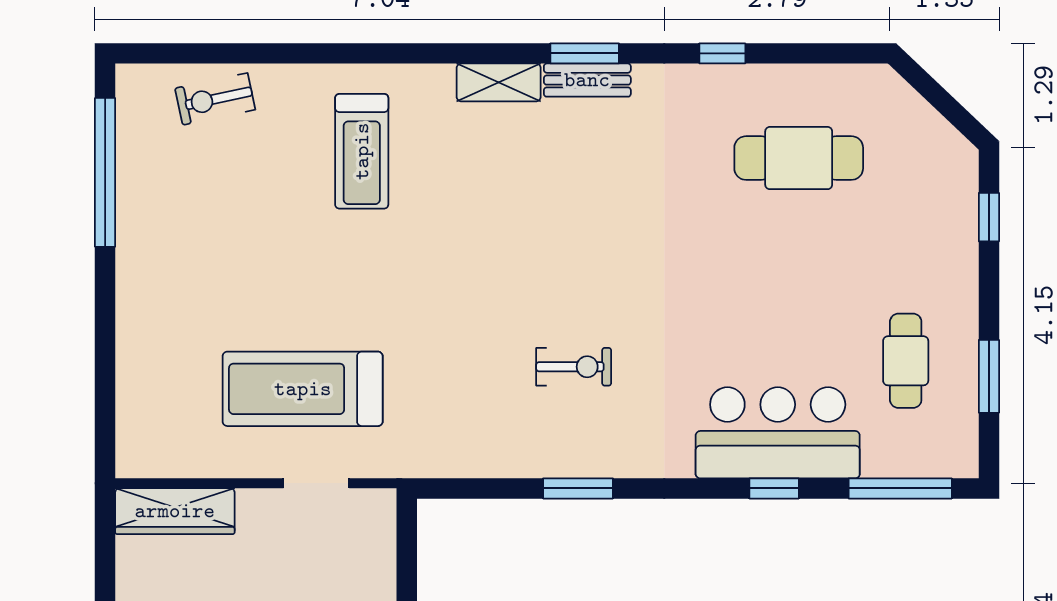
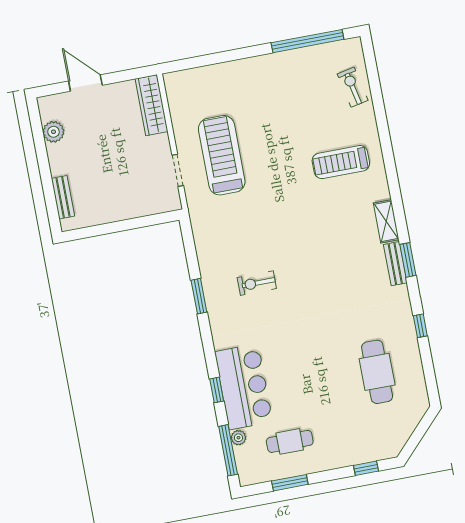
exercise bike: (574, 367) -> (257, 283), turned 90
plant: (879, 463) -> (238, 438), added

